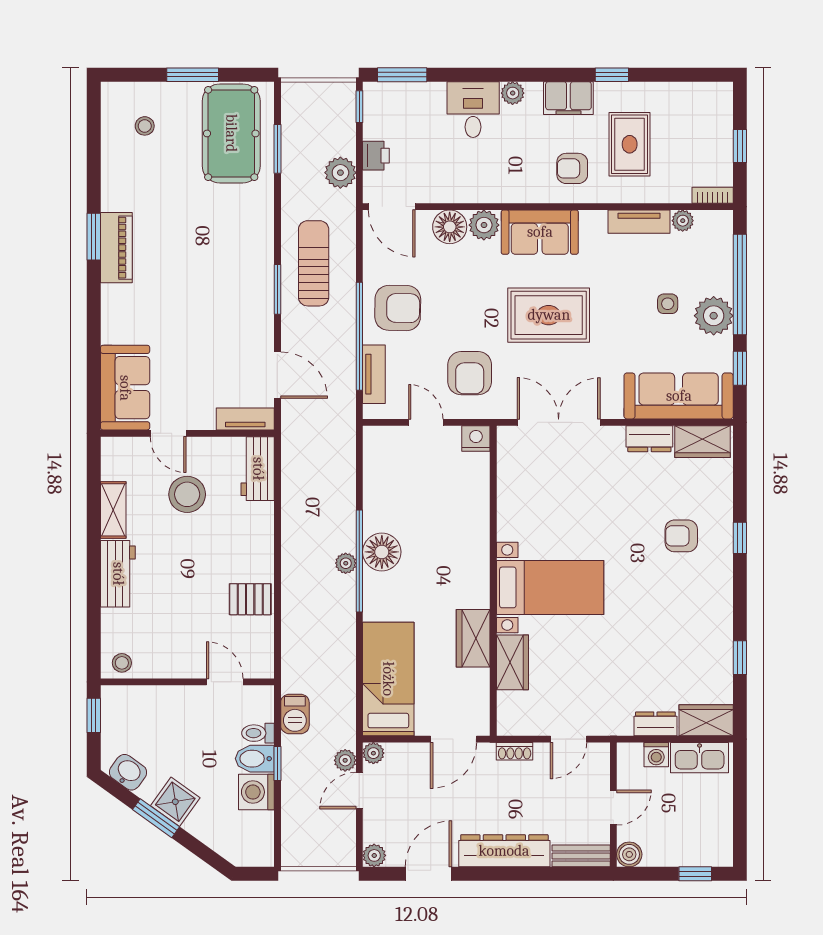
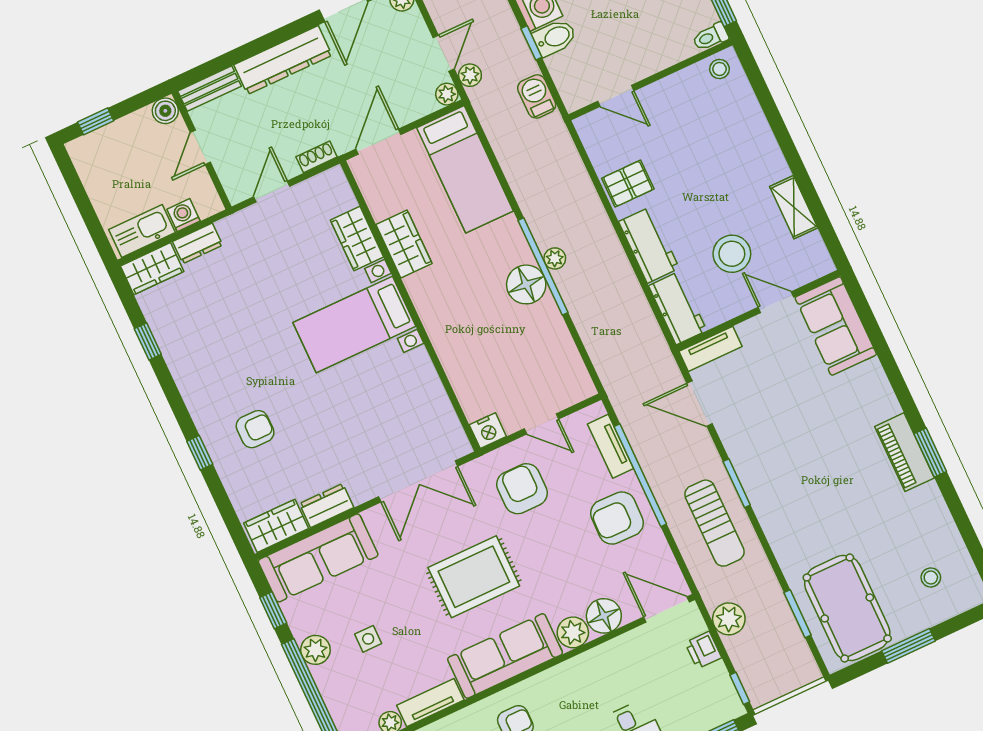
sofa: (540, 232) -> (505, 656), width x1.36
plant: (714, 316) -> (315, 650), width x0.73, depth x0.73
workbench: (118, 574) -> (649, 245), moved, turned 180
toilet: (258, 733) -> (710, 37), moved, turned 180

